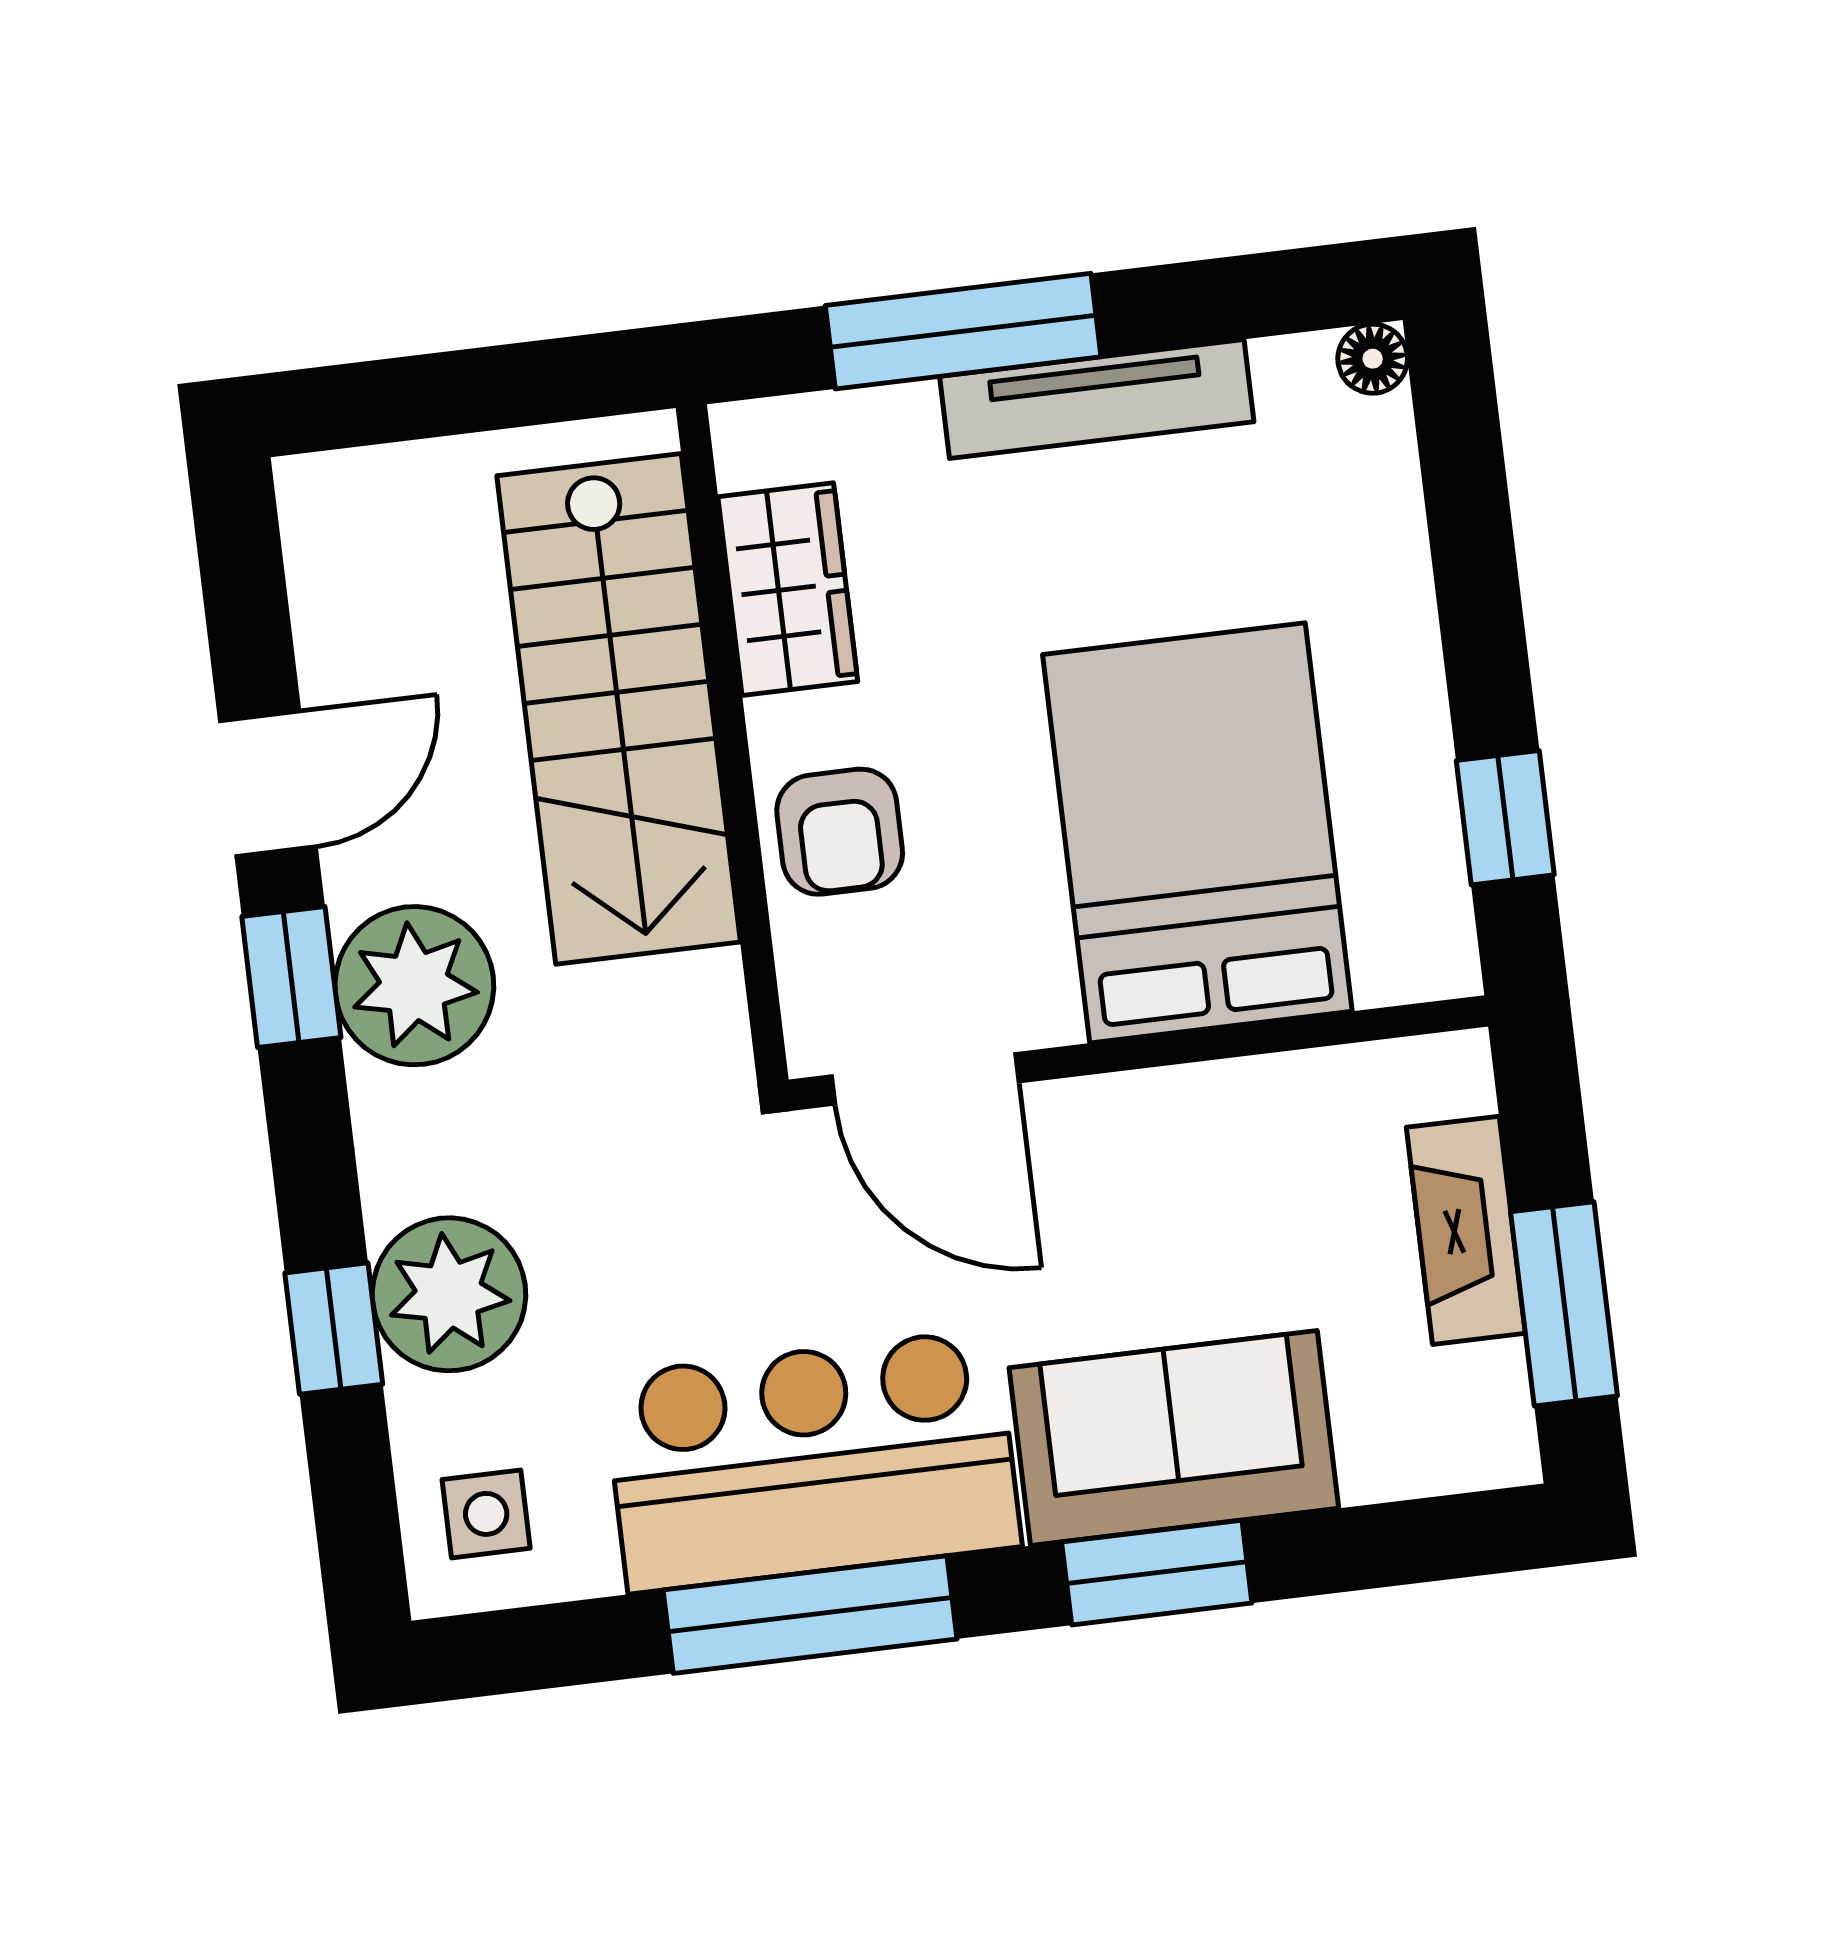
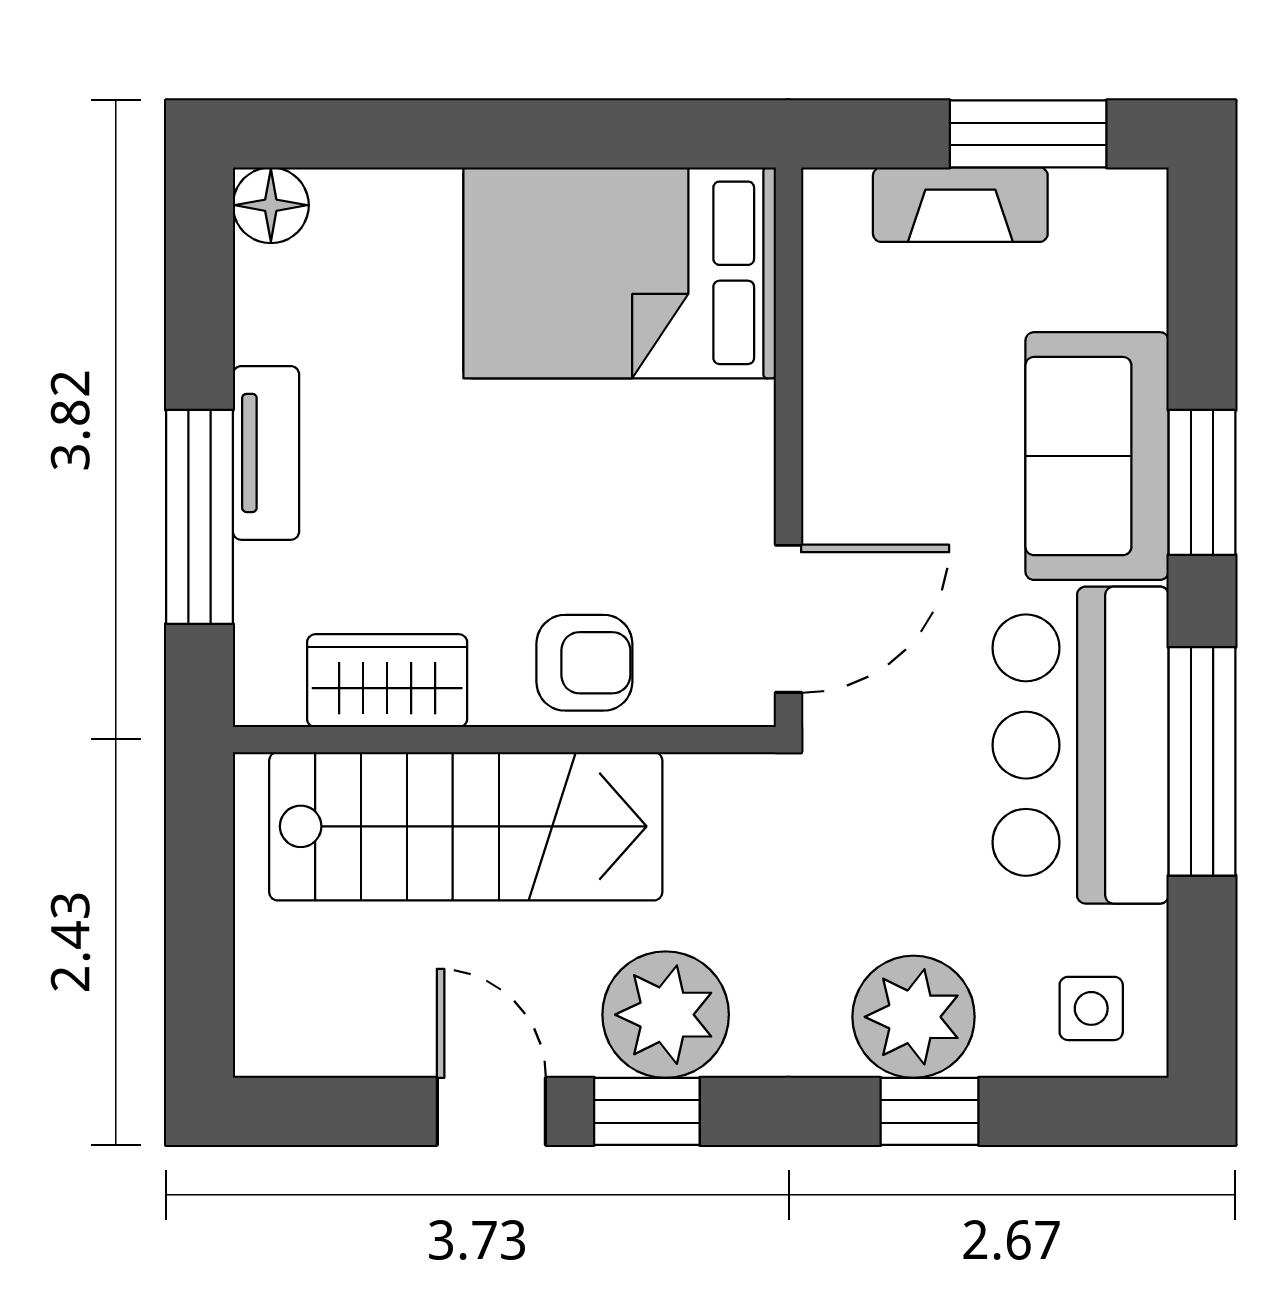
floor lamp: (1373, 359) -> (271, 205), width x1.37, depth x1.37
tv unit: (1097, 399) -> (266, 453), width x0.71
window: (1505, 818) -> (637, 134), removed
bed: (1197, 833) -> (620, 273), moved

